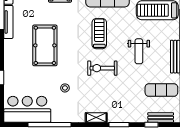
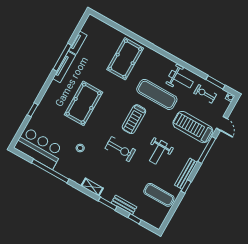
treadmill: (99, 34) -> (134, 119), turned 180
exercise bike: (102, 68) -> (120, 149), turned 180
bench: (161, 117) -> (124, 205), moved

